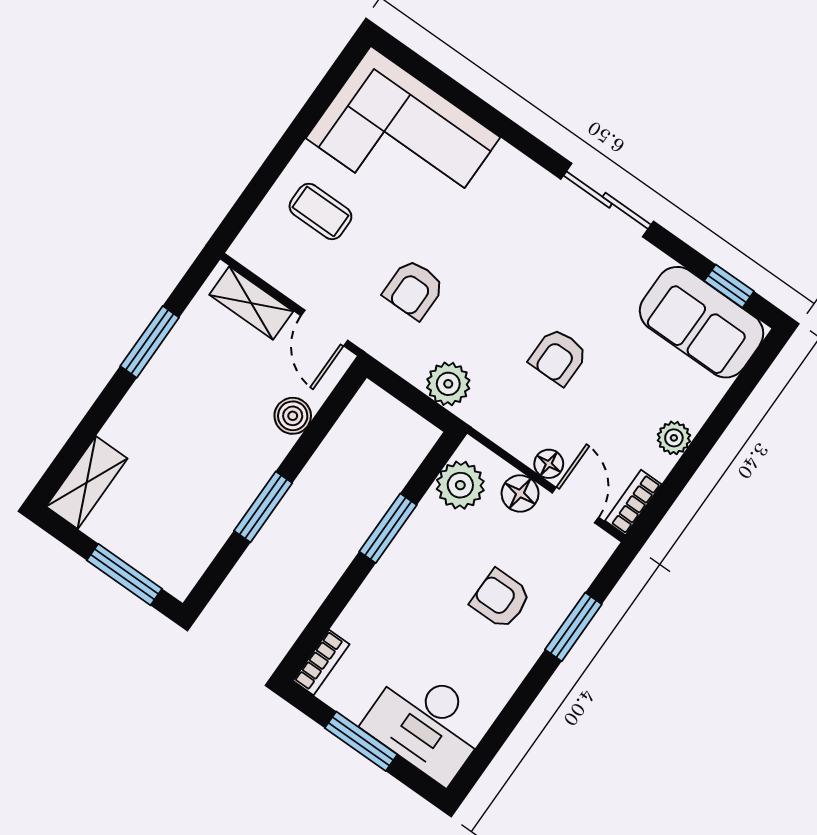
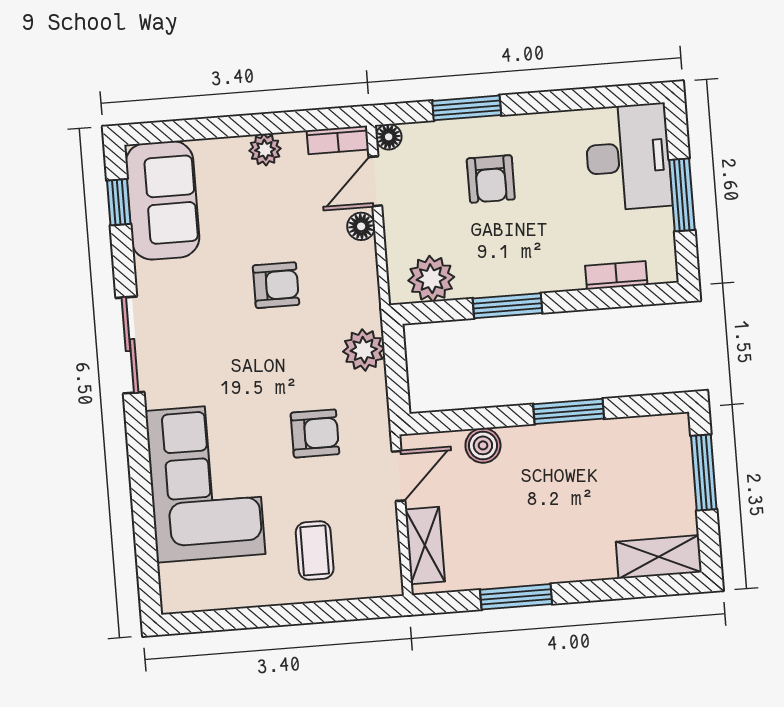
corner sofa: (403, 138) -> (205, 483), moved
floor lamp: (520, 493) -> (389, 137), moved, width x0.73, depth x0.73
bookcase: (321, 662) -> (616, 275), moved

